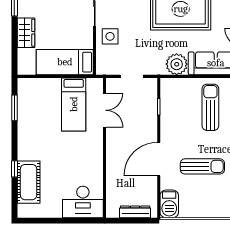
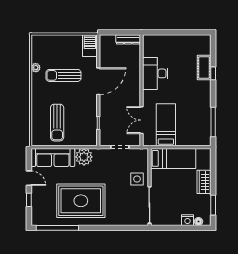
window: (14, 108) -> (213, 122), width x1.44
cot: (29, 182) -> (204, 67), width x0.73, depth x0.75
desk: (83, 202) -> (155, 73), moved, turned -90
dresser: (135, 212) -> (128, 39), moved

